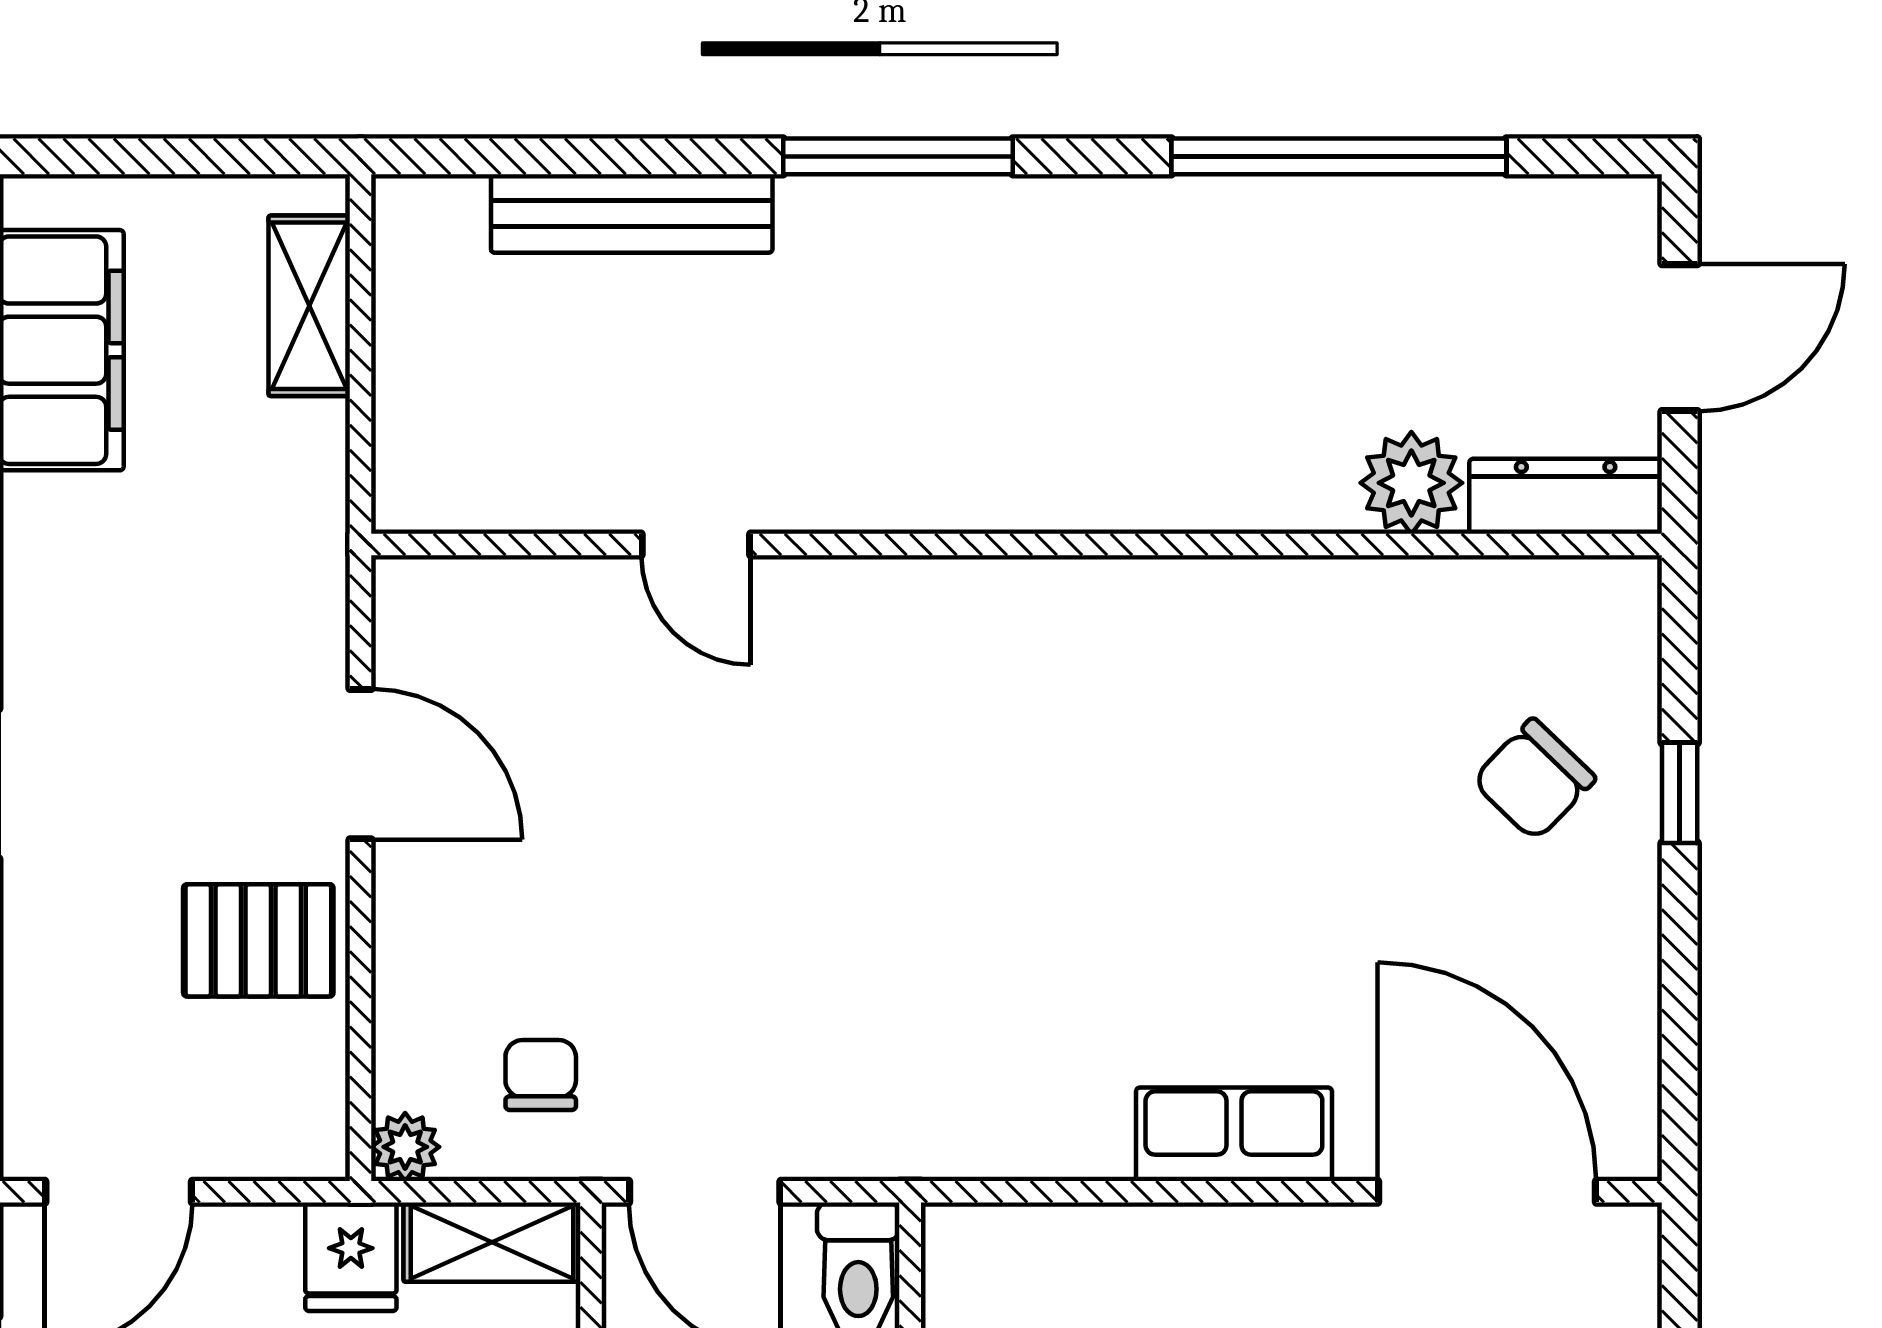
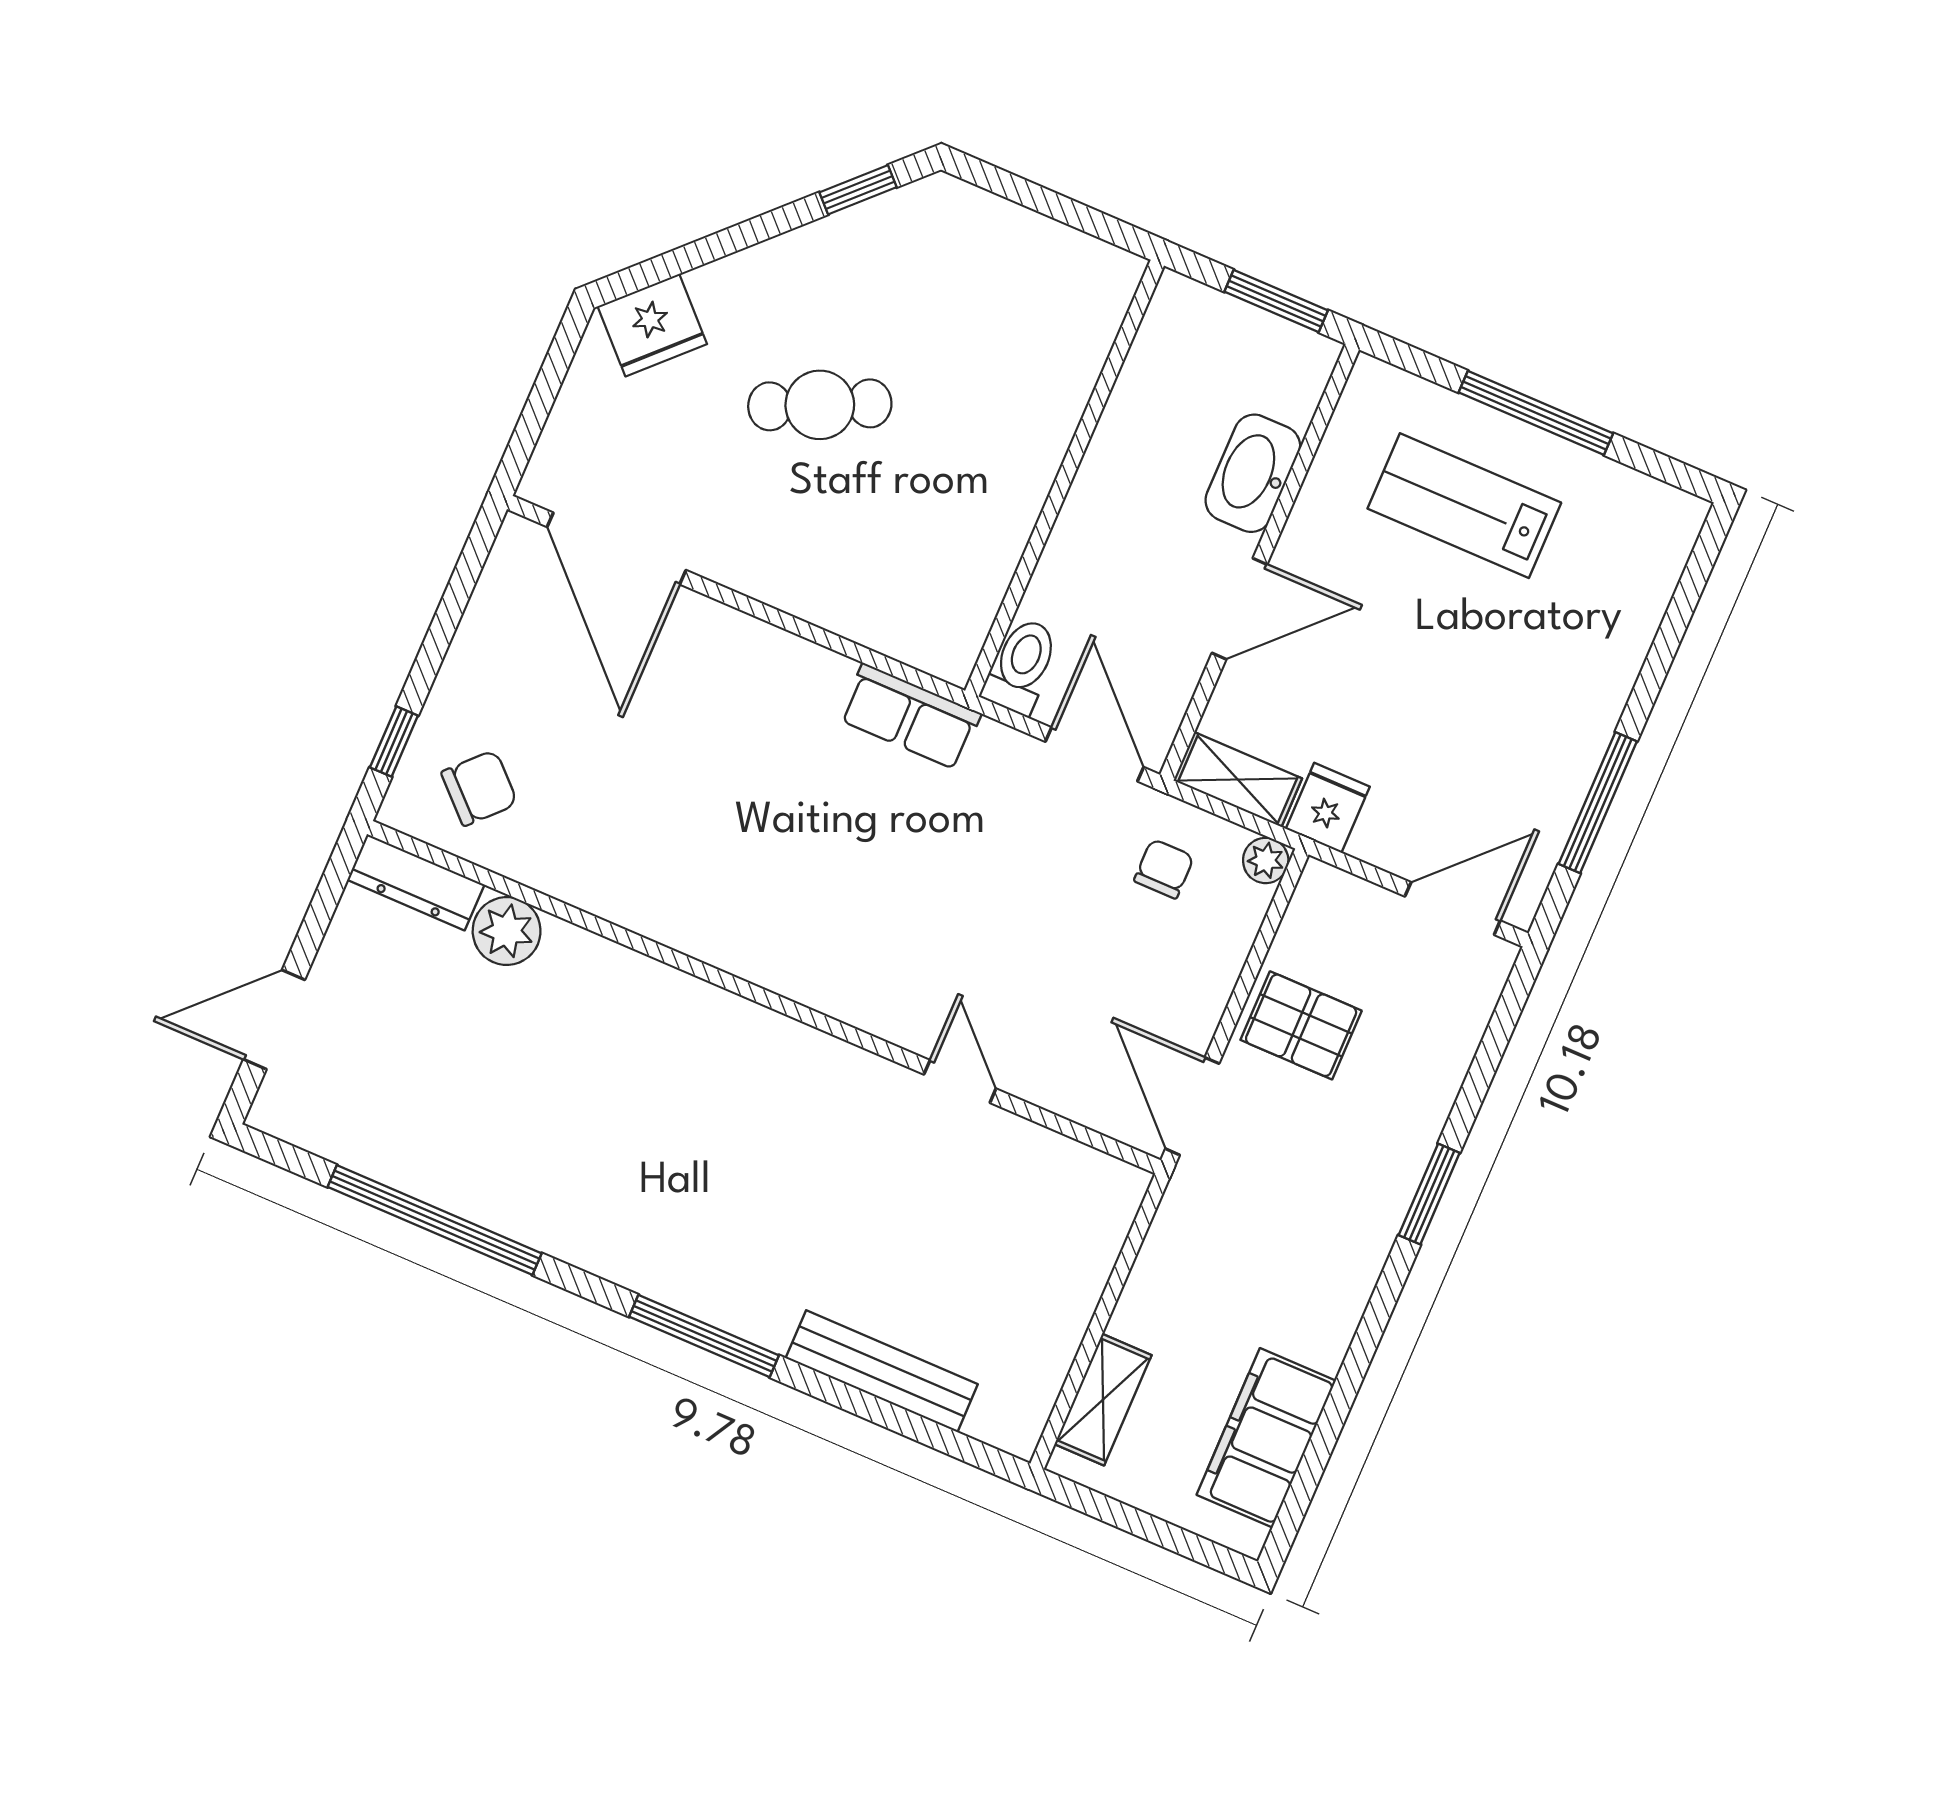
plant: (1411, 483) -> (507, 931), moved
dresser: (1566, 496) -> (416, 882), moved
door: (696, 545) -> (960, 1082), moved
wall: (1016, 545) -> (764, 997), moved
chair: (541, 1075) -> (1164, 869), turned 180
row of seats: (1234, 1134) -> (910, 716), moved

